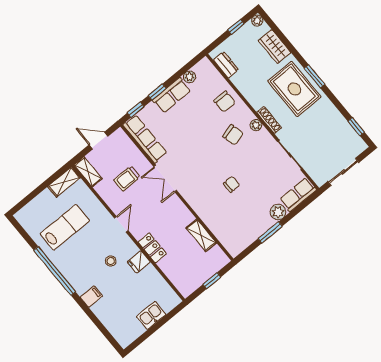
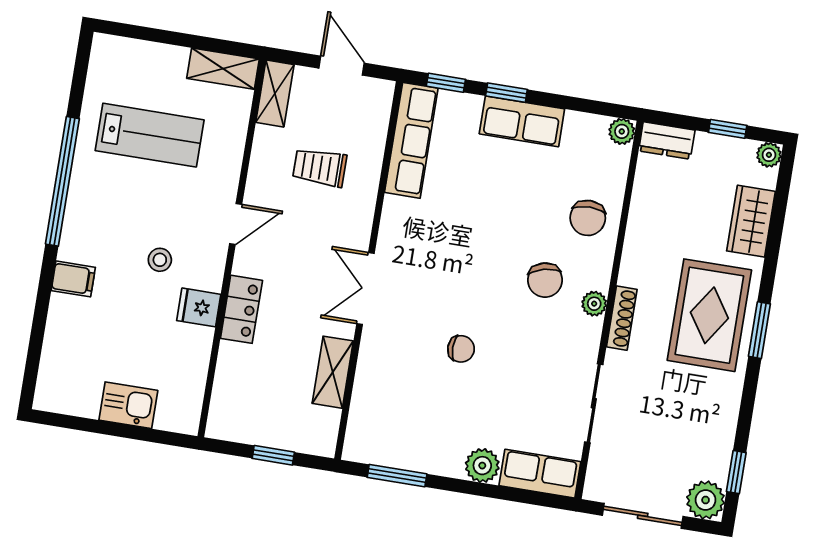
dresser: (226, 65) -> (667, 141), moved, turned 90
plant: (189, 77) -> (622, 131), moved
plant: (357, 146) -> (706, 500), added
double door: (165, 179) -> (365, 289), moved
window: (270, 232) -> (397, 476), moved

